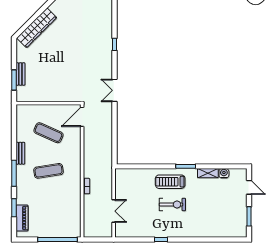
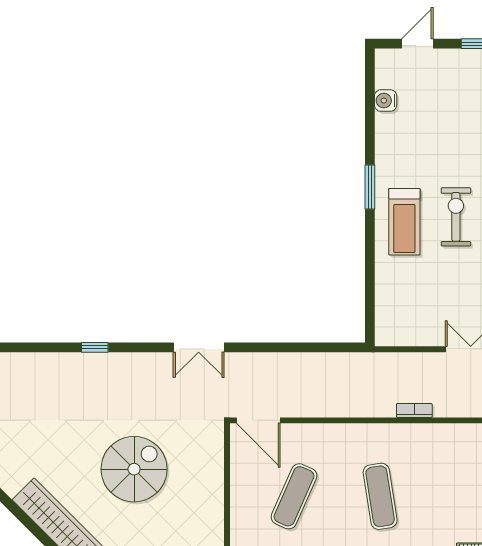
spiral stairs: (61, 62) -> (134, 469), added
shelving: (208, 173) -> (385, 137), removed

